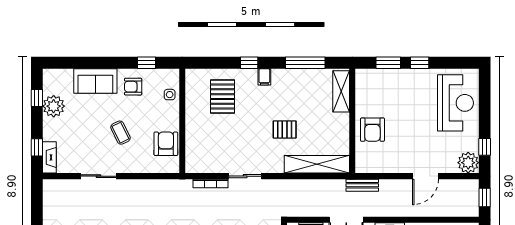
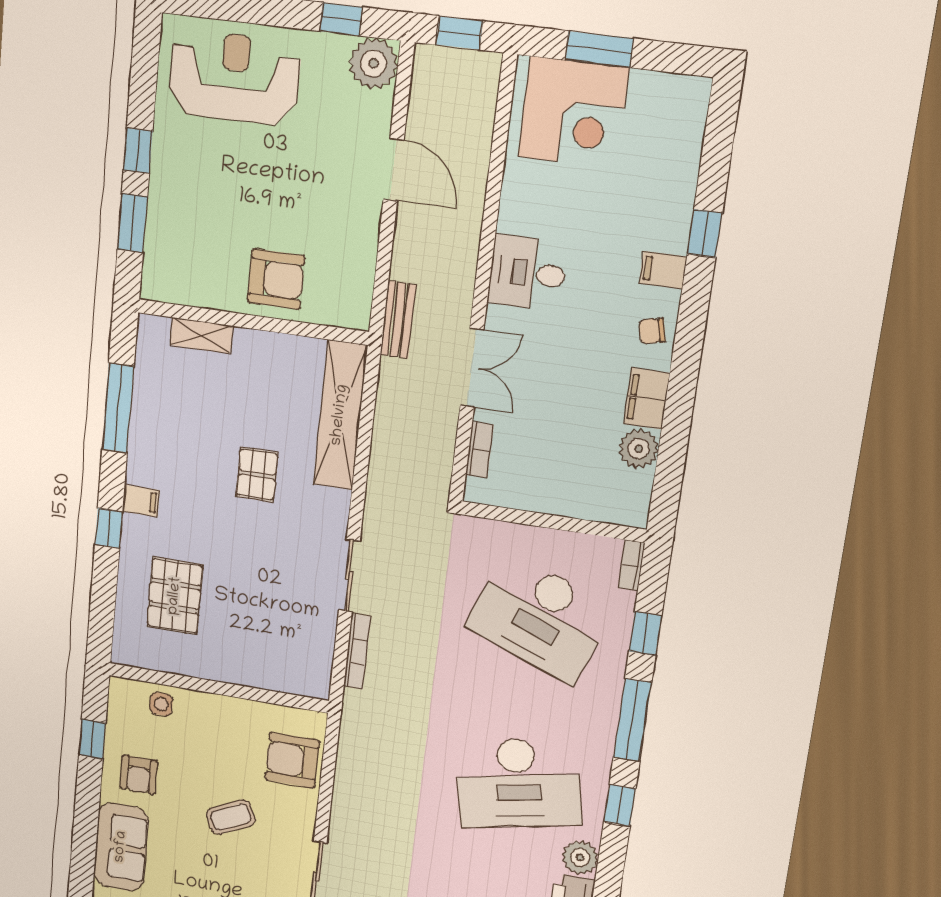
shelving: (341, 91) -> (201, 335), width x0.67, depth x0.75
pallet: (223, 97) -> (175, 596), turned 90
armchair: (166, 144) -> (292, 760), moved

